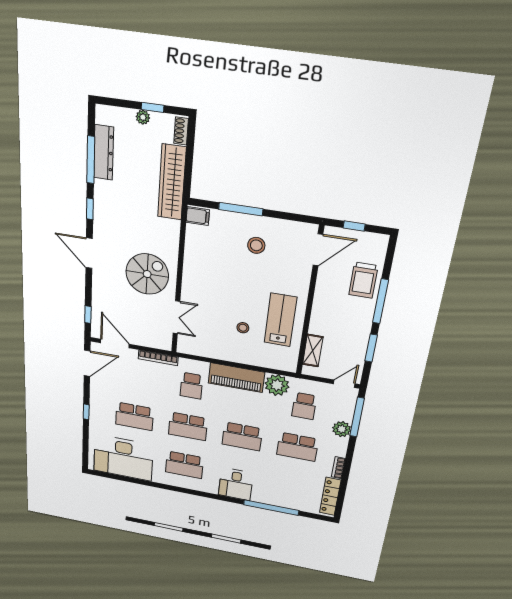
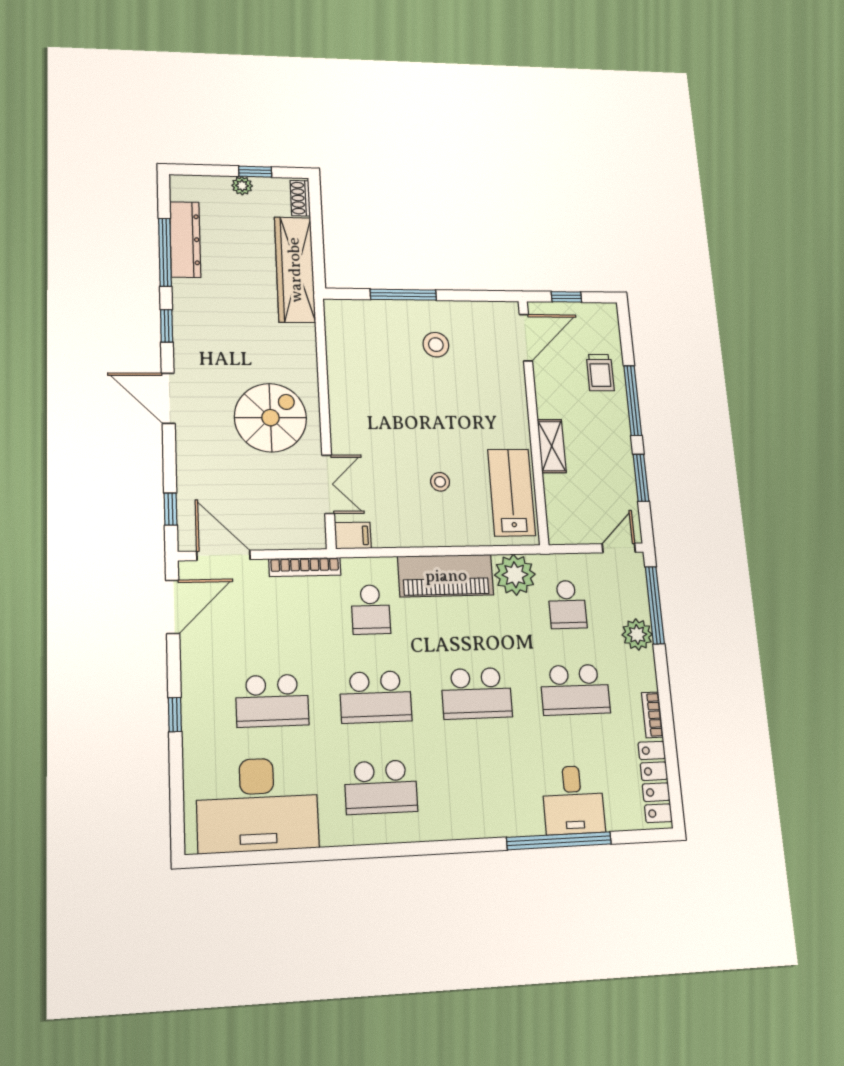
filing cabinet: (198, 216) -> (353, 536), moved
trolley: (363, 280) -> (600, 373), width x0.73, depth x0.72
lab bench: (280, 320) -> (512, 492), moved
shelving: (313, 351) -> (552, 446), moved
desk: (236, 484) -> (573, 800), moved

